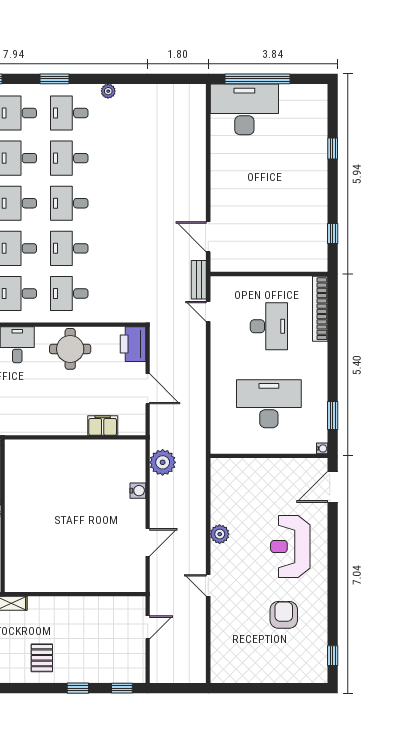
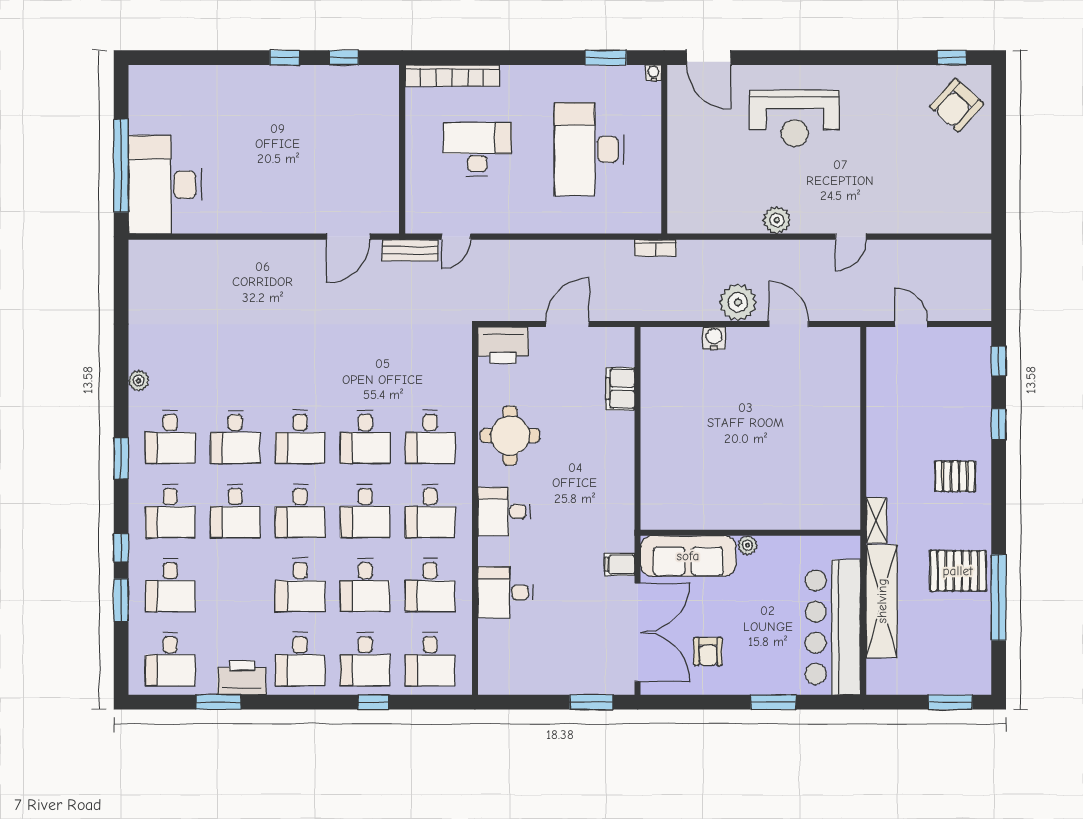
window: (333, 148) -> (285, 58), moved
bookcase: (200, 450) -> (656, 248), added
plant: (163, 462) -> (738, 302), moved
armchair: (284, 615) -> (957, 105), moved, turned -48

